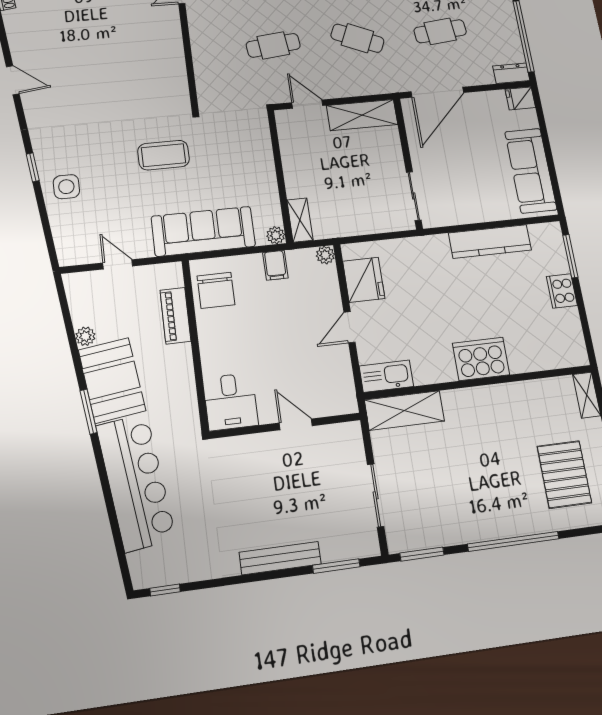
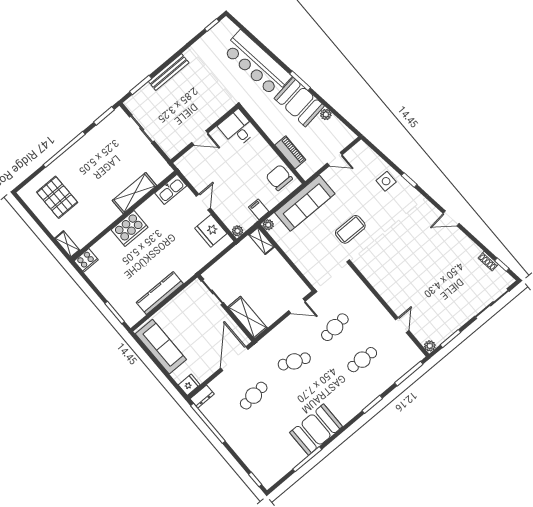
shelving: (362, 115) -> (248, 317), moved, turned 90
cooker: (562, 291) -> (86, 260), moved, turned 90
shelving: (404, 411) -> (134, 193), moved

